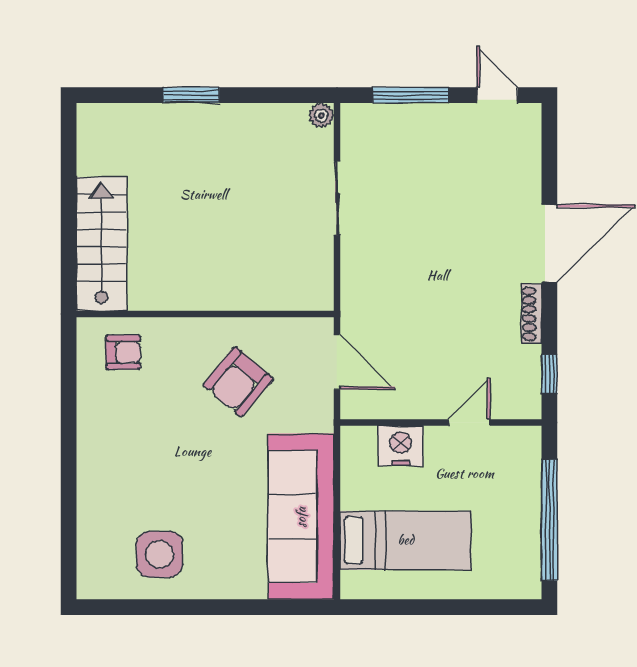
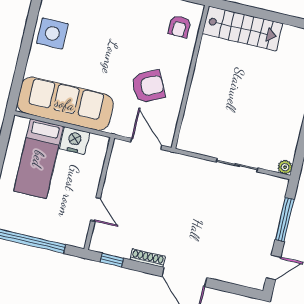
door: (337, 362) -> (146, 144), swing flipped
armchair: (238, 382) -> (148, 86), turned 114
nightstand: (401, 446) -> (75, 141), moved, turned -90
side table: (159, 554) -> (52, 33), moved

